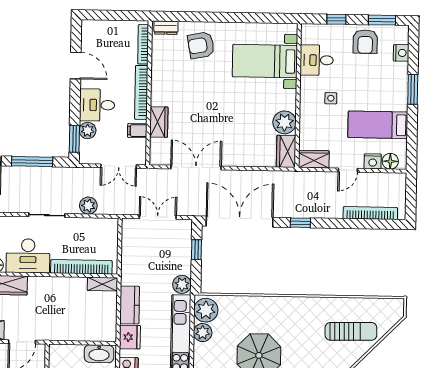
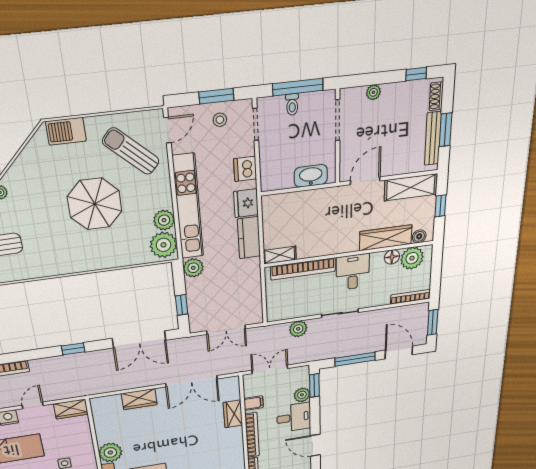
plant: (284, 122) -> (110, 453), moved
wardrobe: (286, 151) -> (139, 399), moved, turned 90
double door: (240, 222) -> (139, 339), width x0.73
desk: (28, 256) -> (353, 272), width x0.73
washbasin: (99, 354) -> (311, 176), moved

